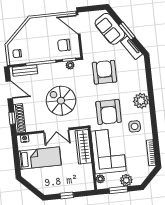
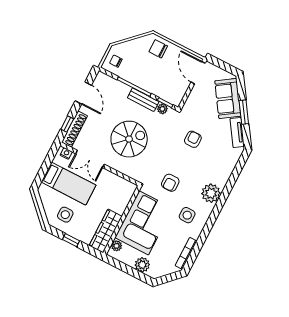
chair: (64, 45) -> (158, 49), moved
bench: (25, 71) -> (143, 100), moved
armchair: (104, 72) -> (193, 139), width x0.53, depth x0.53
spiral stairs: (61, 101) -> (129, 139), turned 90
armchair: (109, 112) -> (170, 183), width x0.53, depth x0.53
double door: (56, 130) -> (90, 159), moved
wardrobe: (83, 147) -> (106, 231), moved
side table: (51, 181) -> (65, 215), added
window: (118, 190) -> (128, 269), removed

